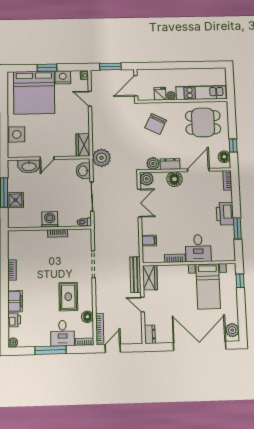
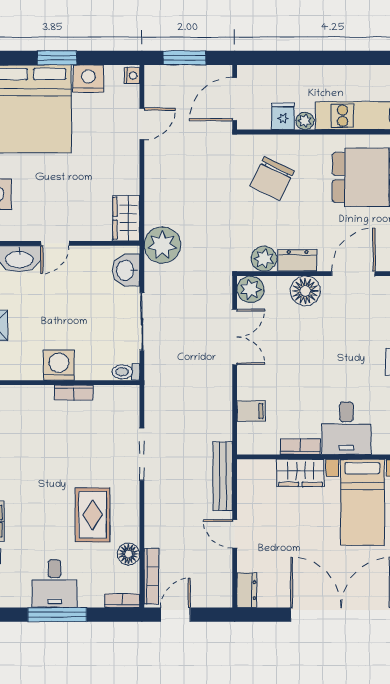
door: (90, 99) -> (142, 124), swing flipped
wardrobe: (150, 278) -> (301, 473), moved, turned 90
desk: (63, 333) -> (55, 584), moved

